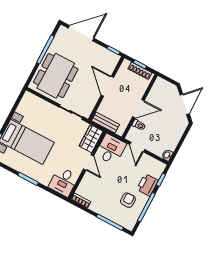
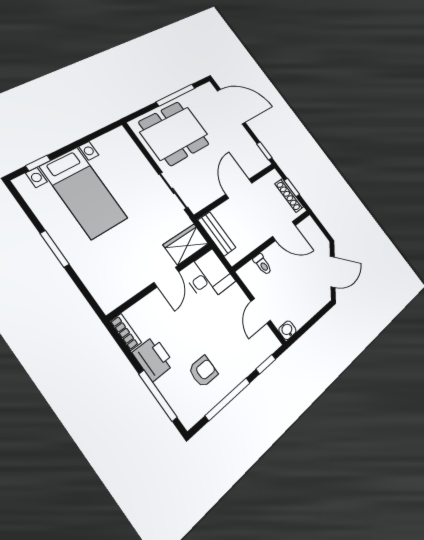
door: (138, 109) -> (284, 231), moved
door: (137, 147) -> (261, 311), moved
desk: (63, 182) -> (112, 285), removed
printer: (147, 185) -> (153, 358), moved, turned 90

